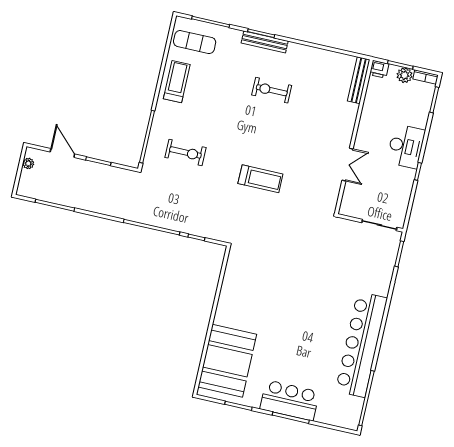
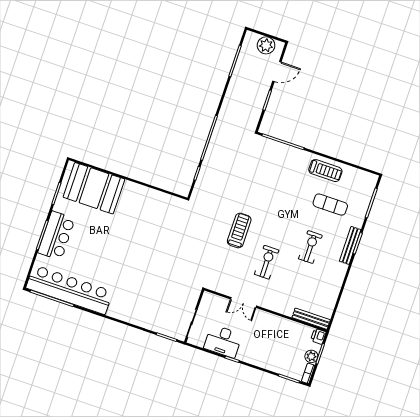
exercise mat: (195, 42) -> (330, 205), moved, turned 90
desk: (406, 146) -> (223, 341), moved
exercise bike: (185, 152) -> (267, 262), moved, turned 180
plant: (28, 163) -> (266, 45), width x1.88, depth x1.88
treadmill: (260, 179) -> (239, 230), turned 180
bar counter: (361, 345) -> (69, 290), moved

